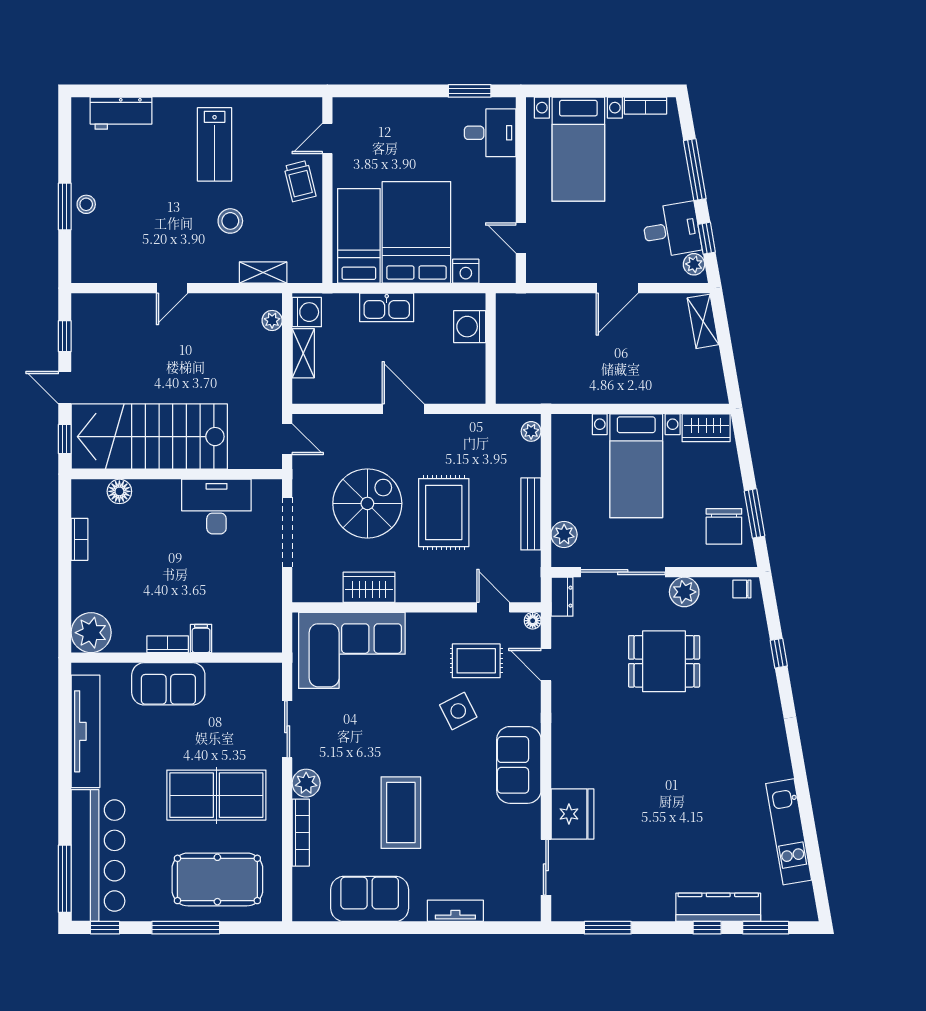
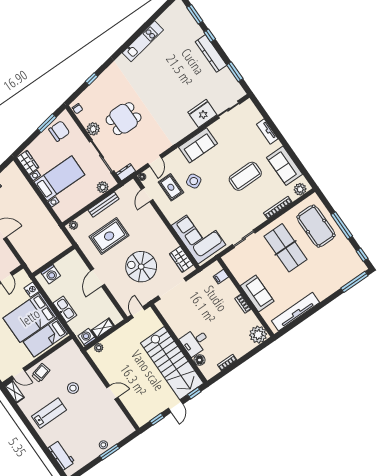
shelving: (263, 273) -> (14, 392), moved
desk: (216, 507) -> (195, 342), moved, width x0.73
rug: (444, 513) -> (109, 236), moved
wardrobe: (369, 587) -> (181, 259), moved
filing cabinet: (201, 638) -> (221, 277), moved
dining table: (664, 661) -> (124, 119), turned 90
plant: (306, 783) -> (300, 189), moved
kitchen unit: (789, 832) -> (143, 41), moved
bar counter: (98, 856) -> (338, 276), removed
kitchen counter: (718, 907) -> (211, 53), moved

